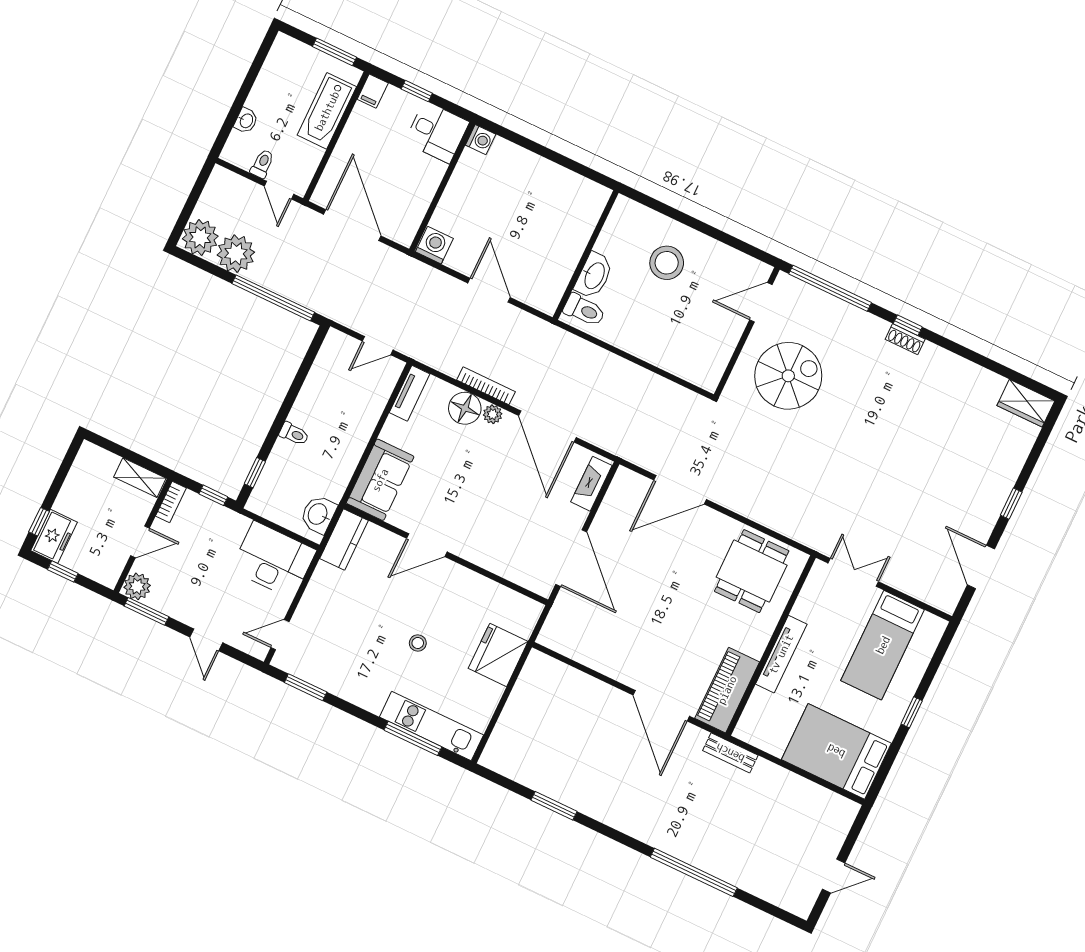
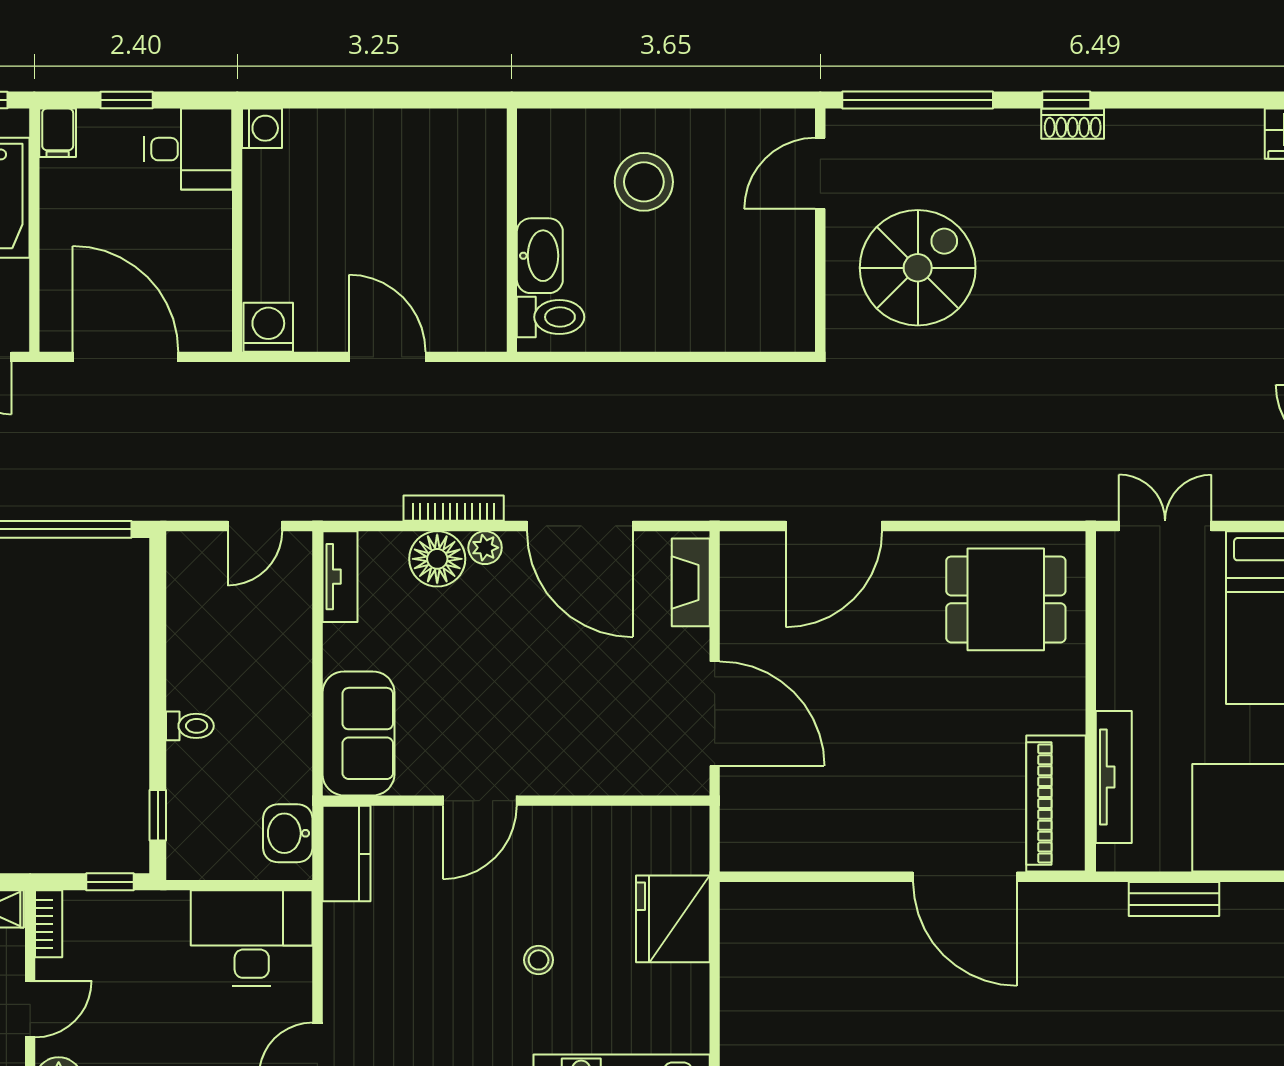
dining table: (752, 571) -> (1006, 599), turned 90
tv unit: (781, 654) -> (1114, 777), moved
bench: (730, 753) -> (1174, 899), moved

